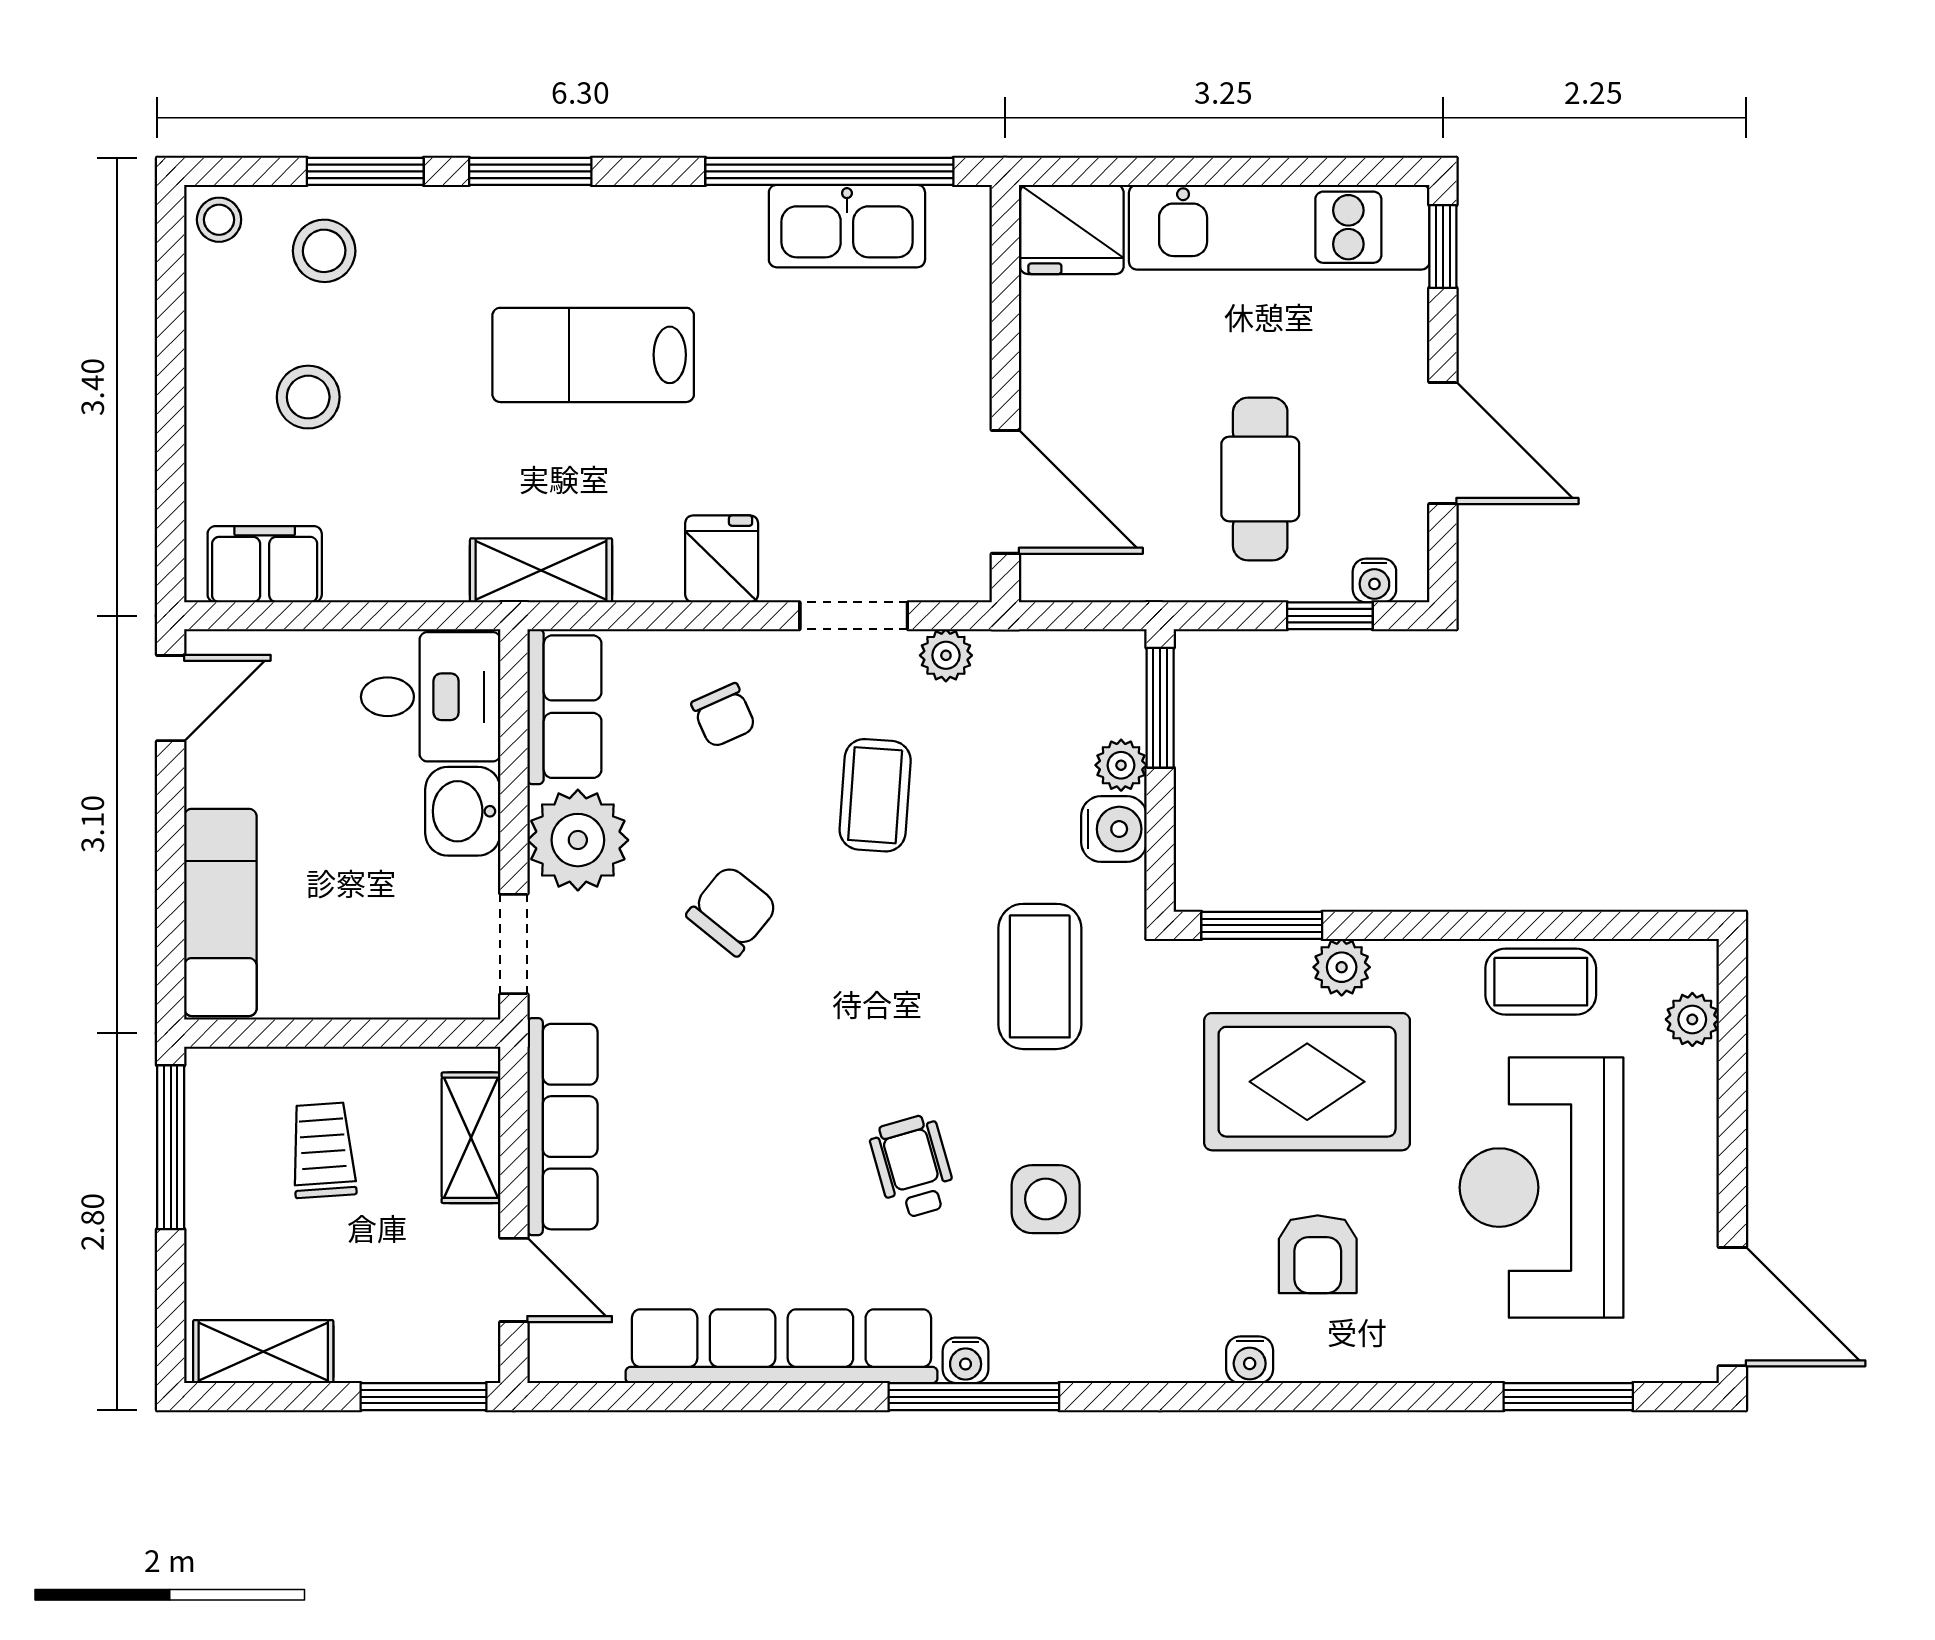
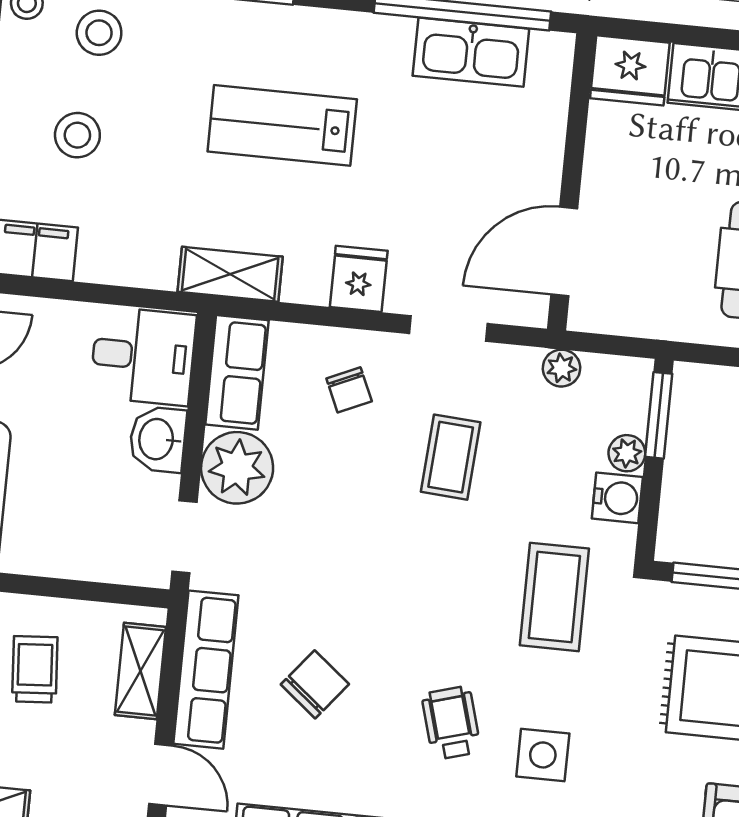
door: (1005, 492) -> (564, 251), swing flipped
plant: (946, 655) -> (561, 368), moved
chair: (732, 911) -> (315, 684), moved

